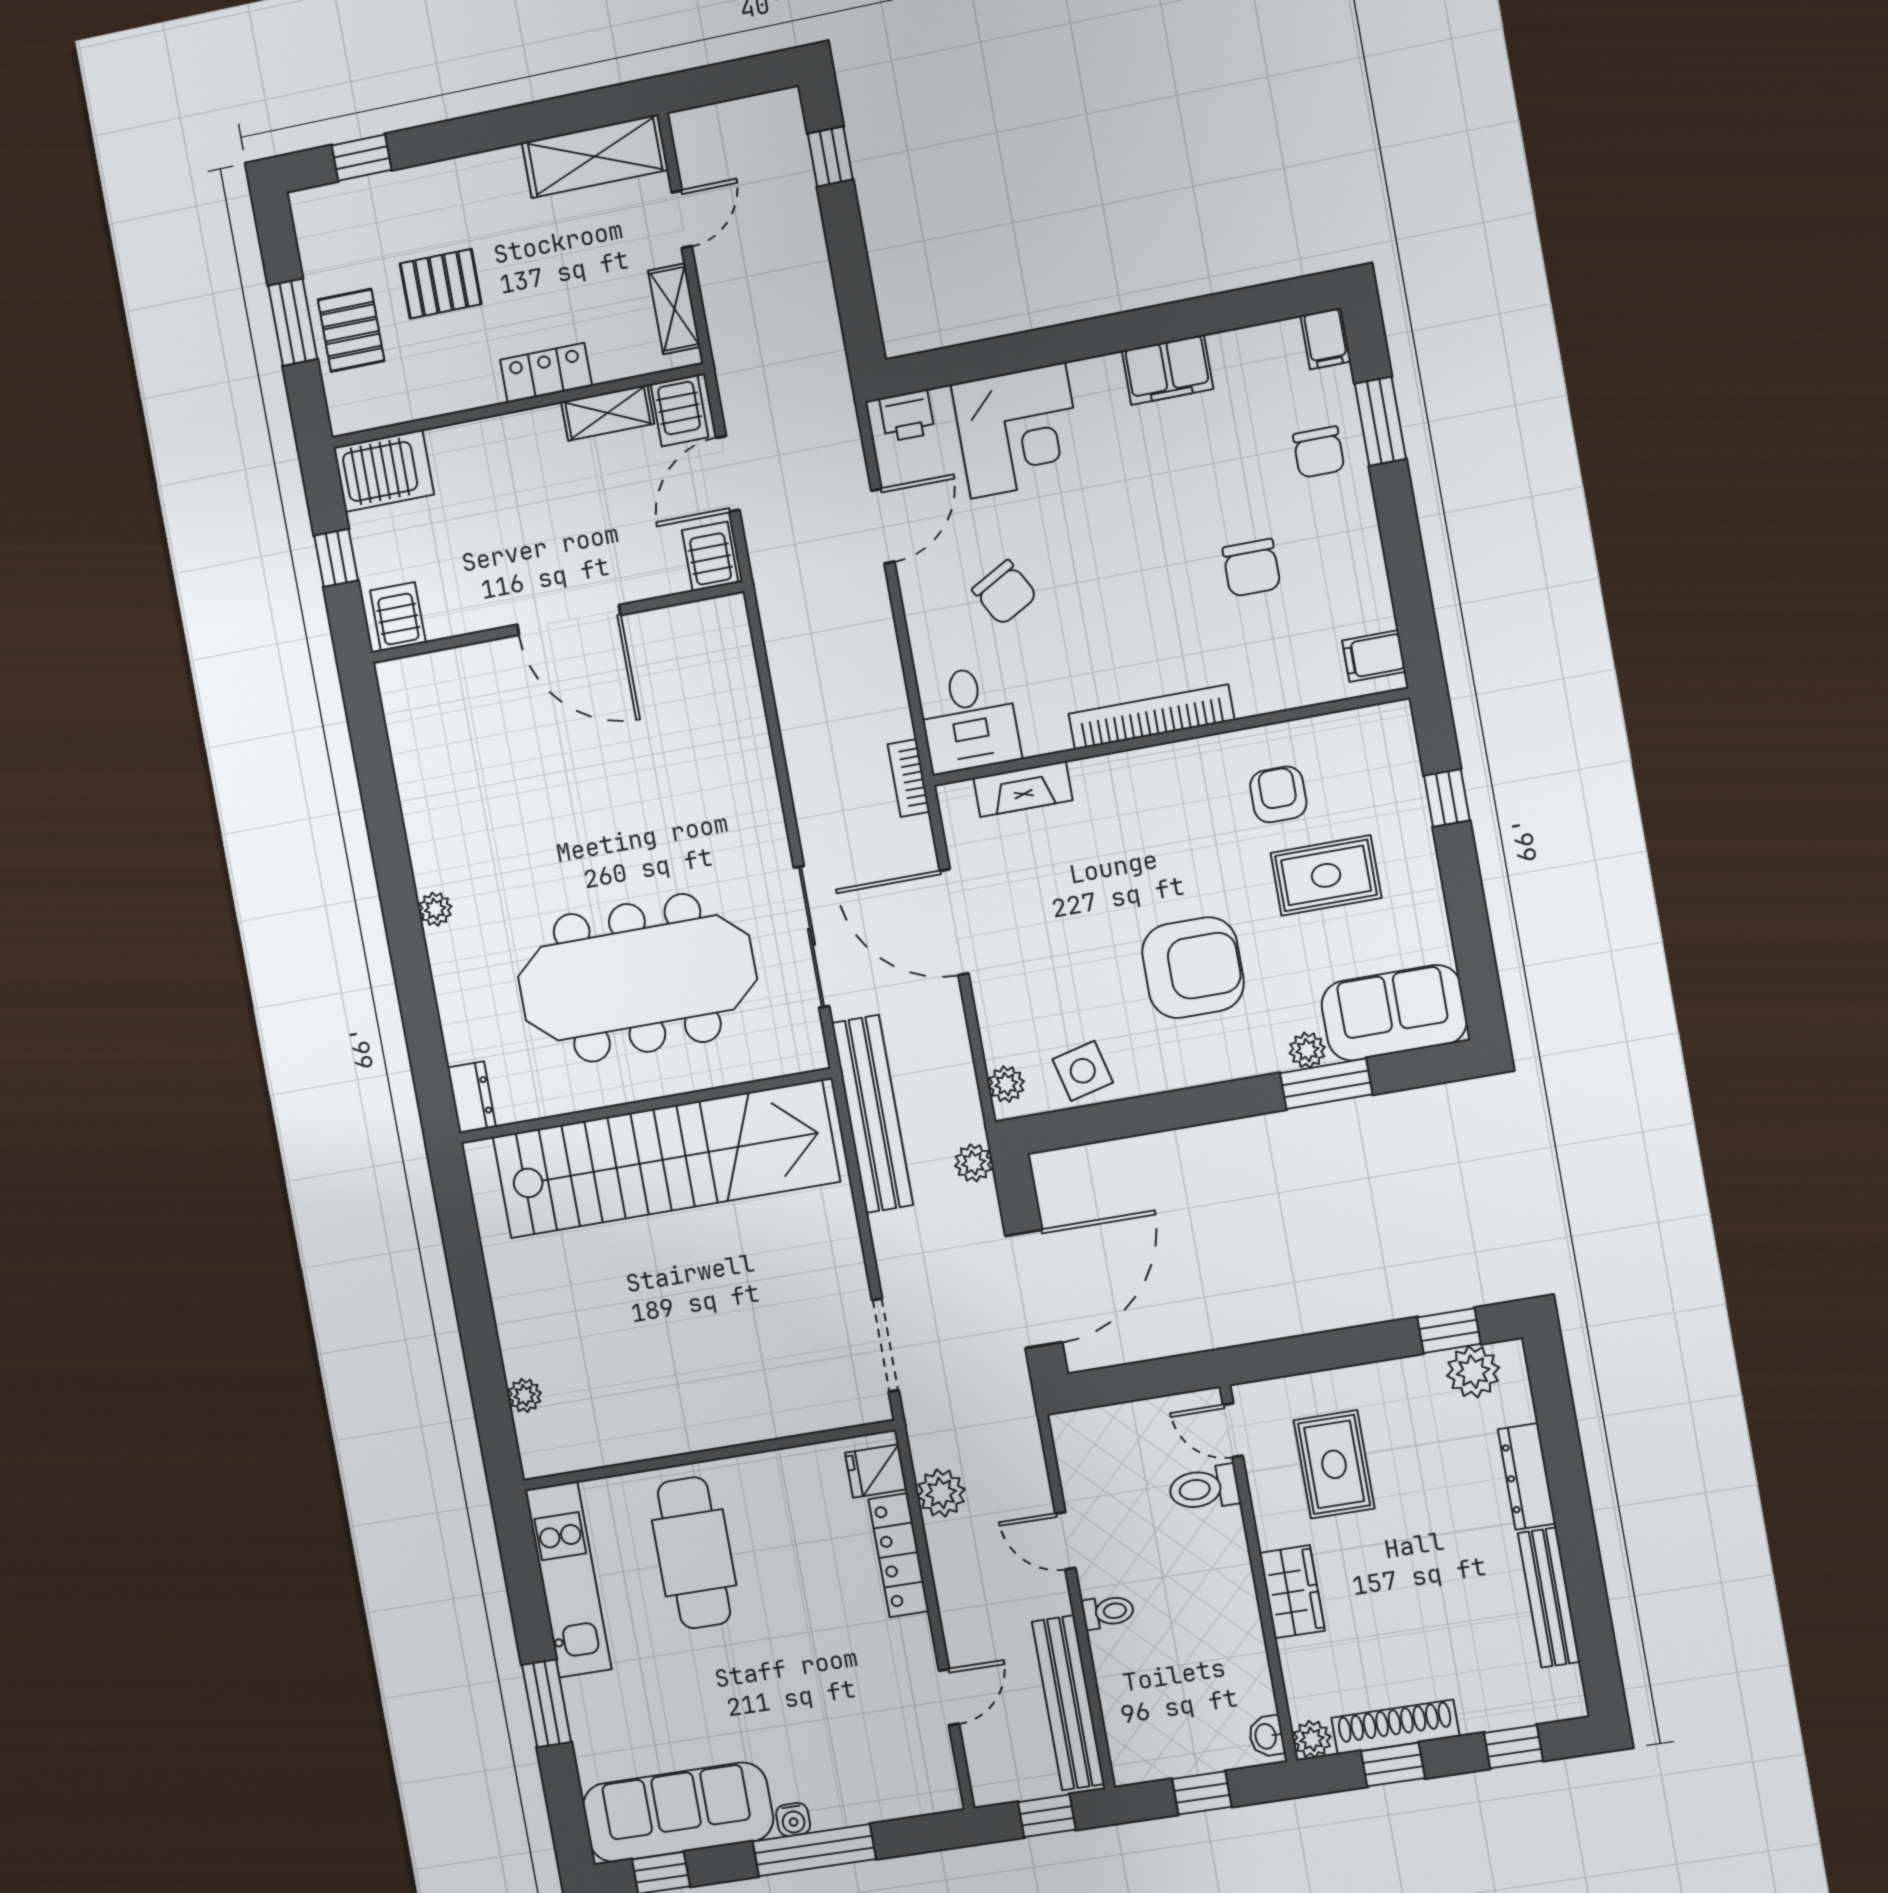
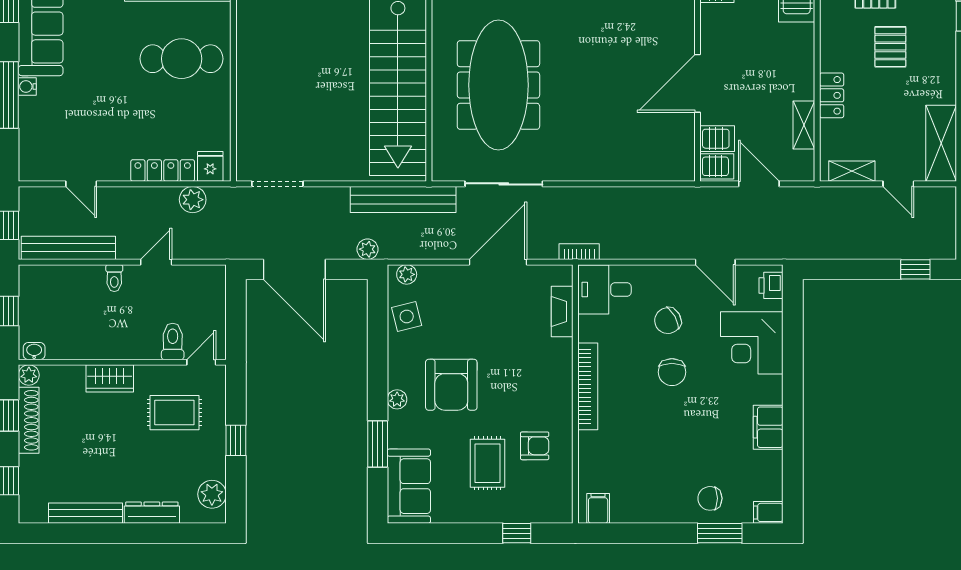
server rack: (679, 411) -> (717, 139), moved, turned 180
chair: (1252, 568) -> (672, 372), moved, turned -90
plant: (1307, 1050) -> (397, 399), moved
window: (1449, 1331) -> (236, 440), moved

